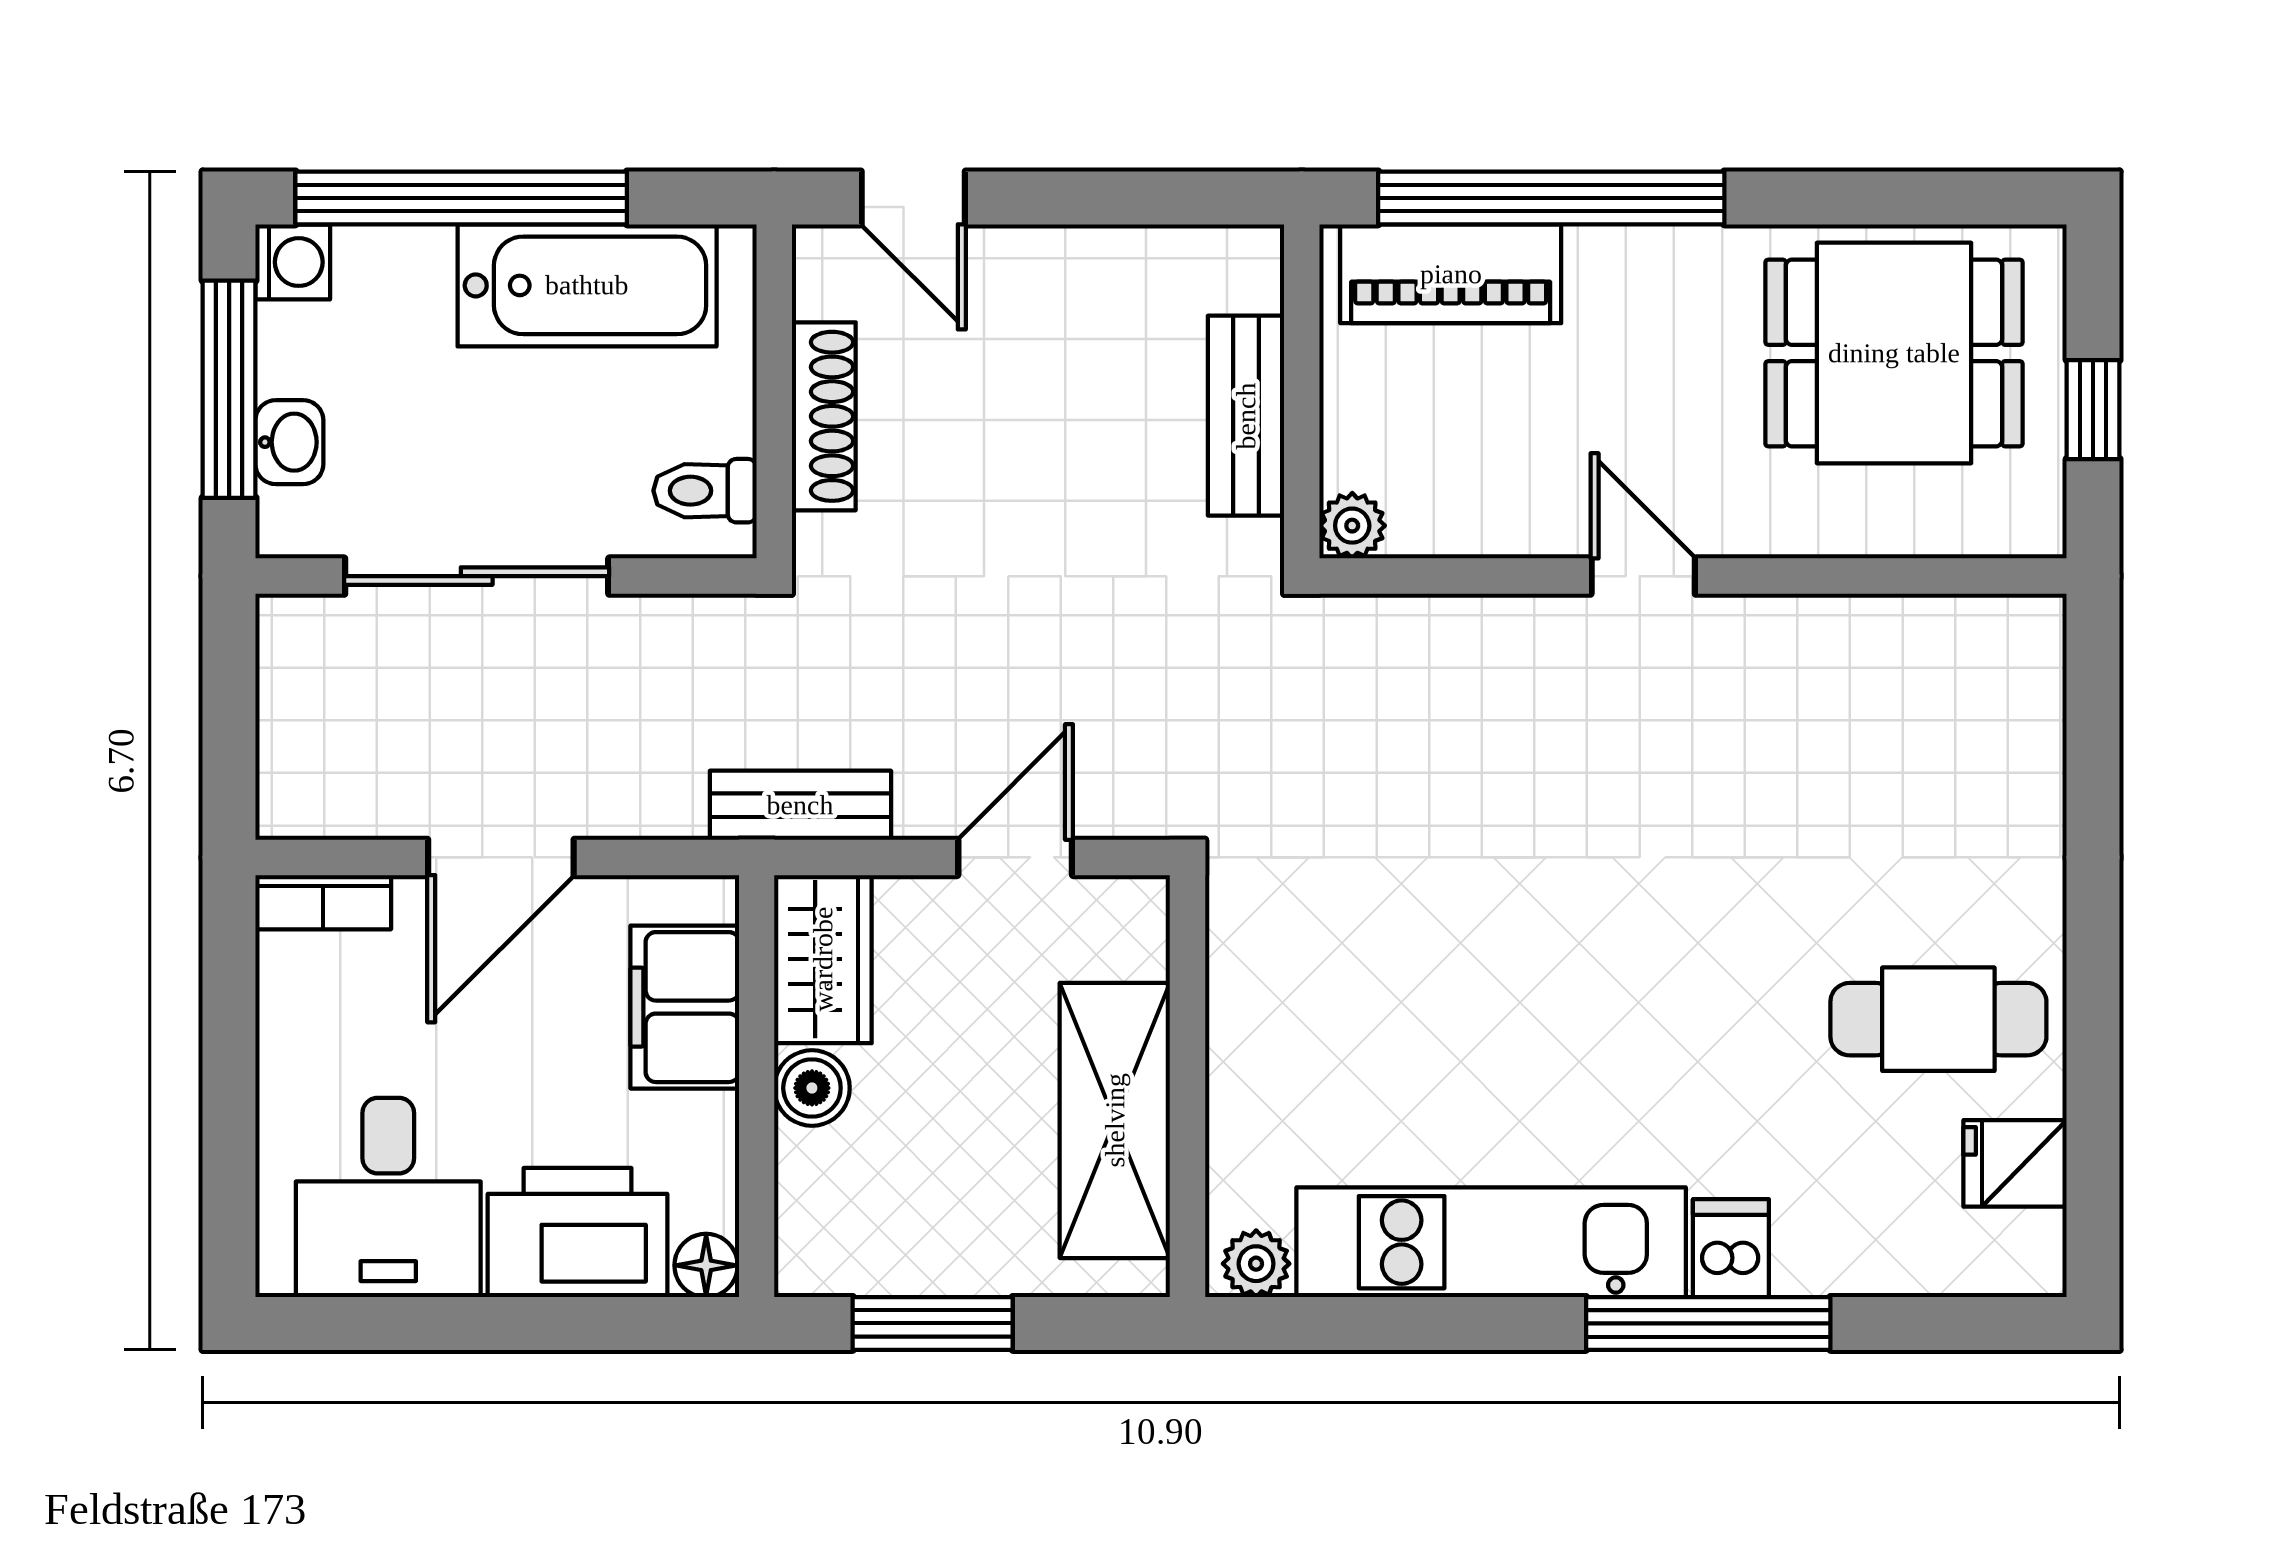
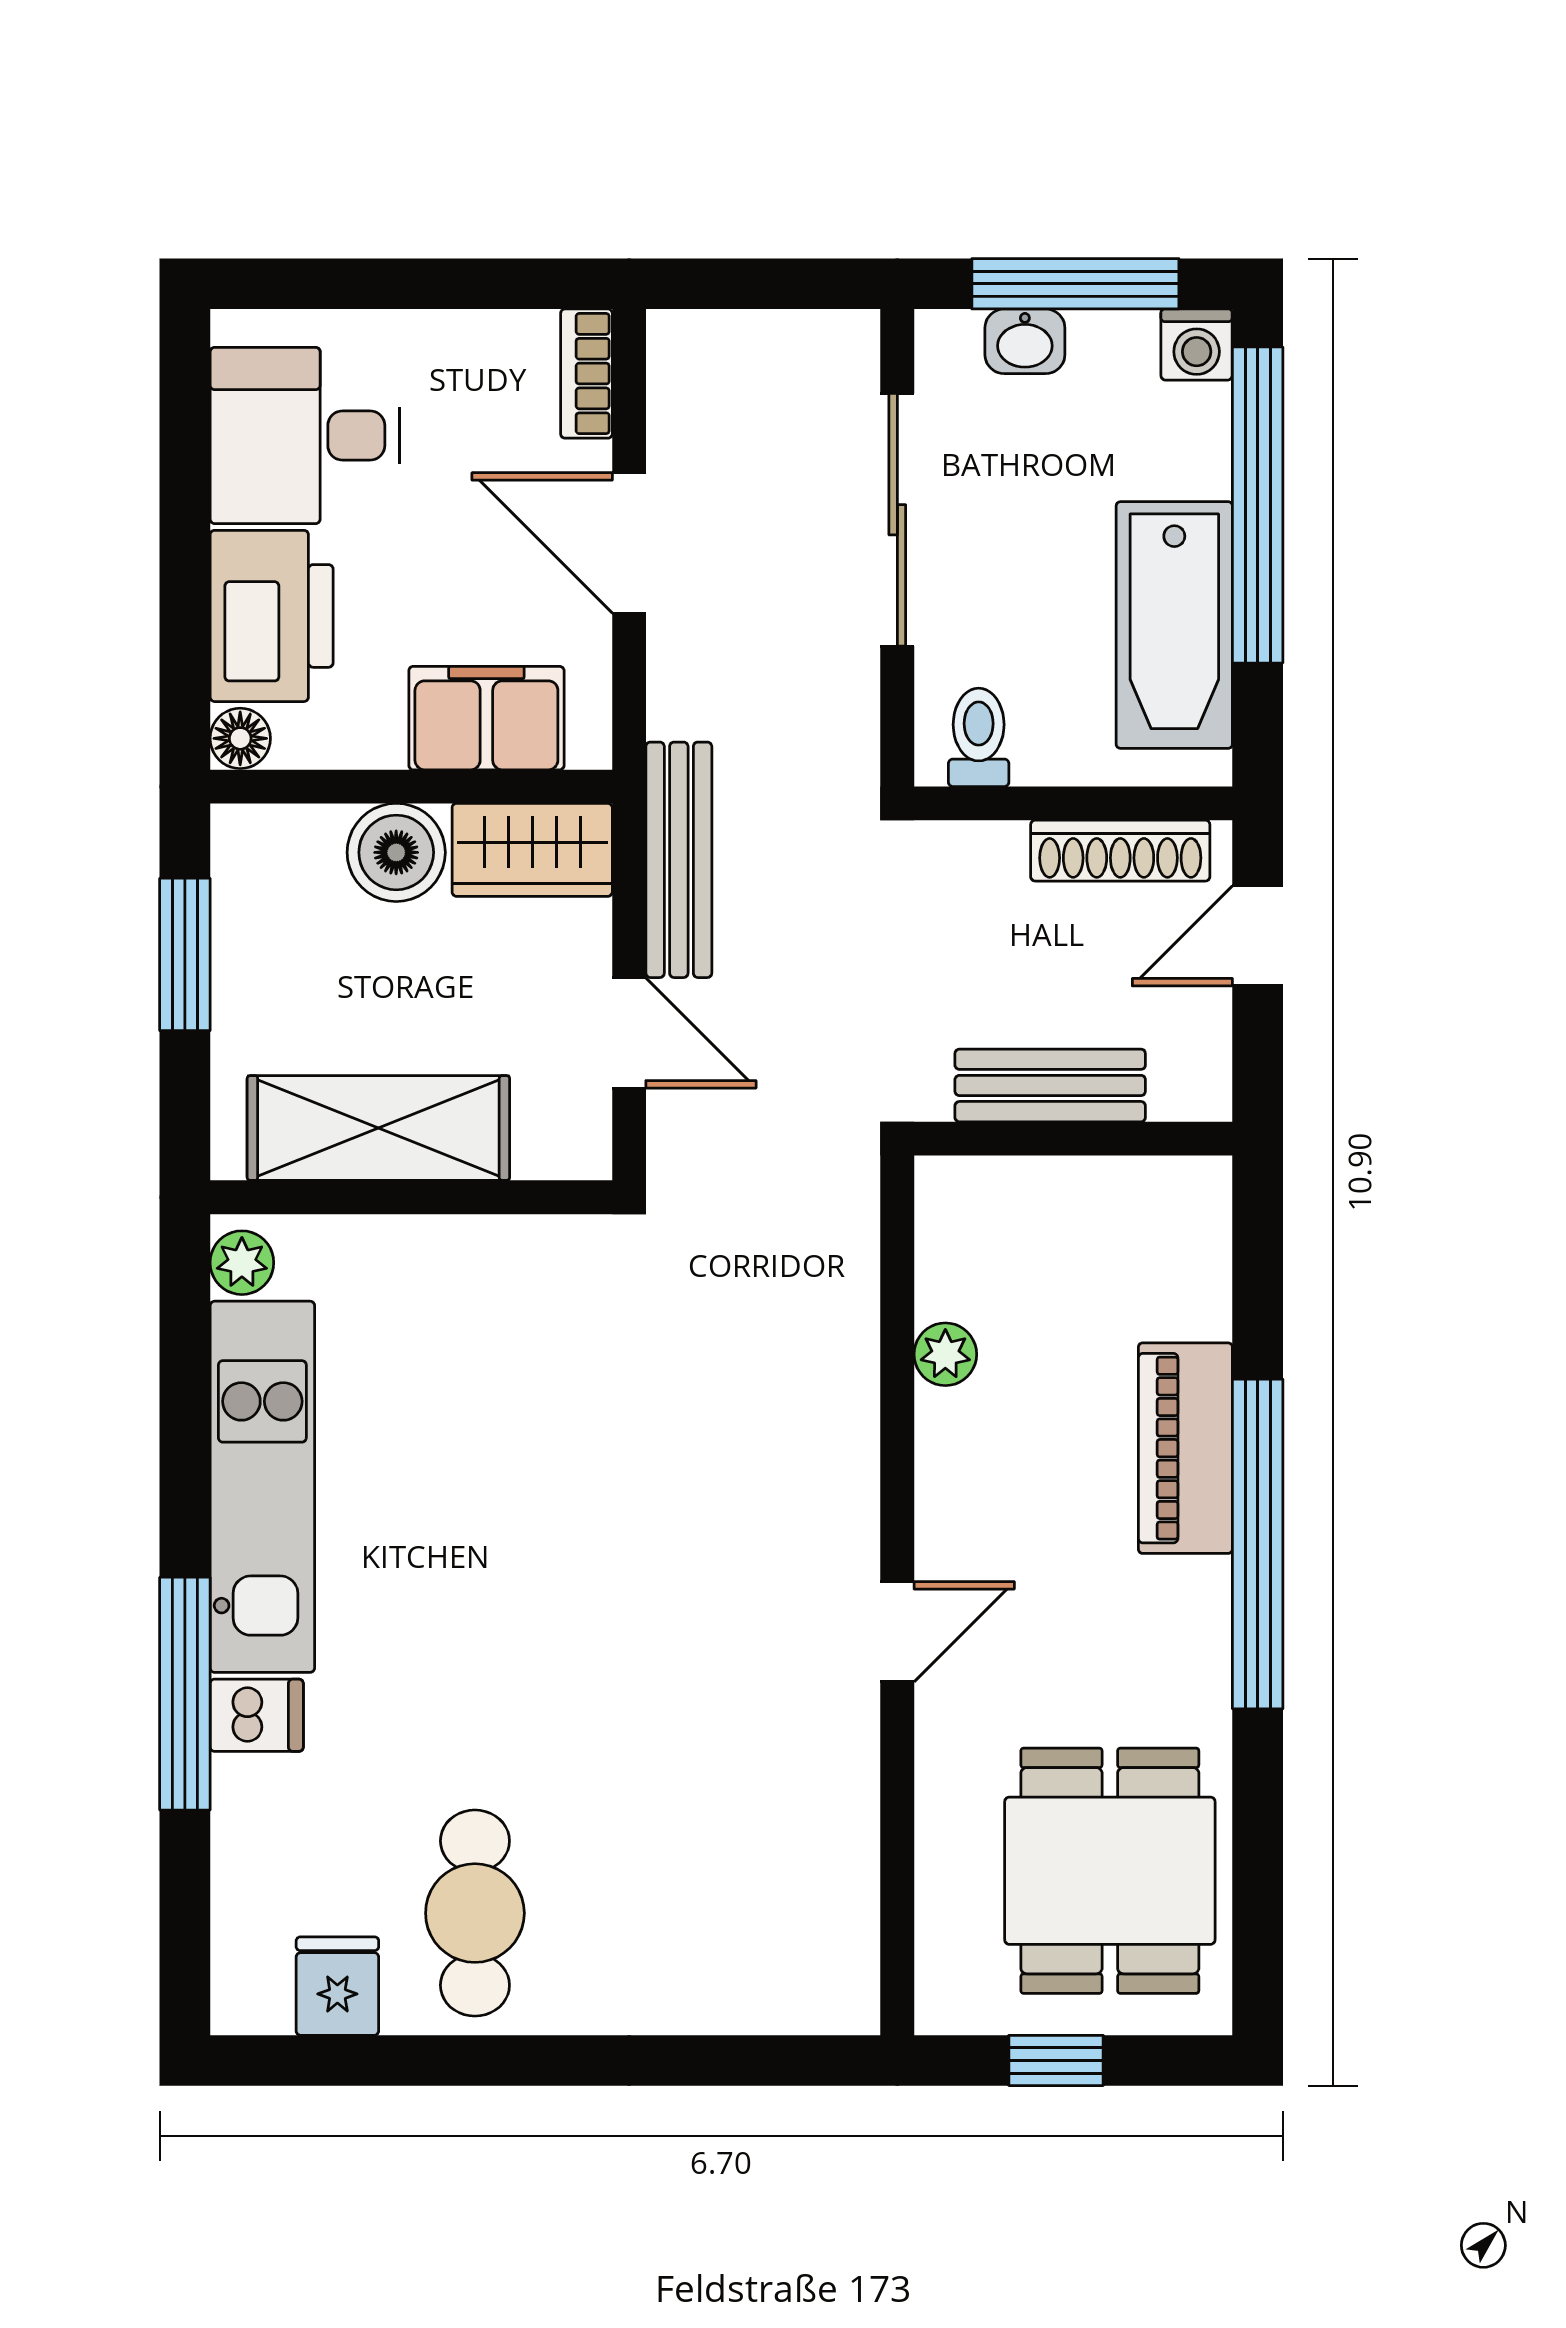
wall: (1302, 391) -> (1073, 1139), moved
shoe rack: (824, 416) -> (1120, 851), moved
bench: (1246, 416) -> (1050, 1085), moved
bench: (800, 805) -> (679, 860), width x1.36
boiler: (812, 1088) -> (396, 852), width x1.36, depth x1.36

